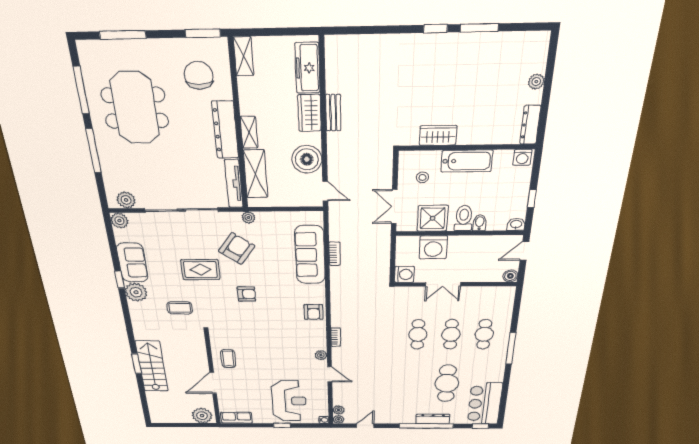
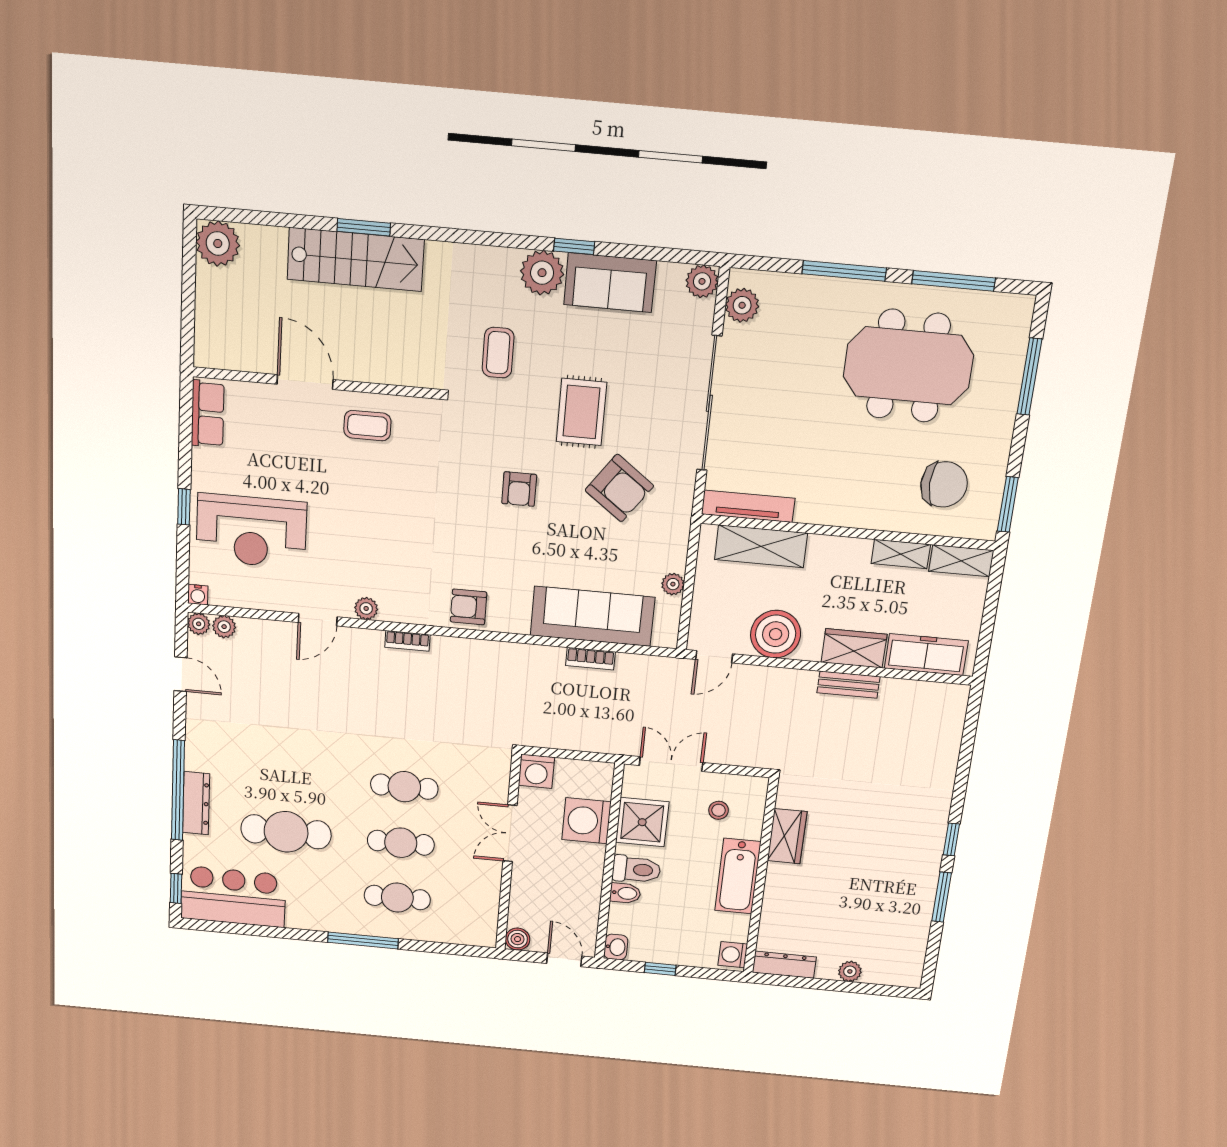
dresser: (225, 130) -> (847, 510), removed
shelving: (249, 132) -> (901, 554), moved
plant: (248, 217) -> (673, 584), moved
plant: (202, 416) -> (218, 243), moved

